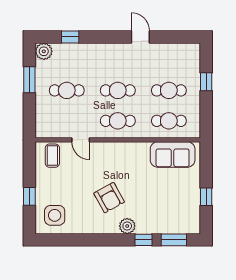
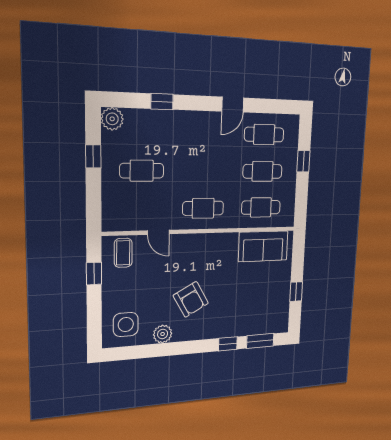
window: (70, 37) -> (162, 102), moved
door: (140, 37) -> (233, 105), swing flipped
window: (29, 80) -> (93, 156), width x0.67
cafe table: (118, 90) -> (264, 135), moved
window: (29, 196) -> (94, 274), moved
plant: (127, 226) -> (163, 334), moved

